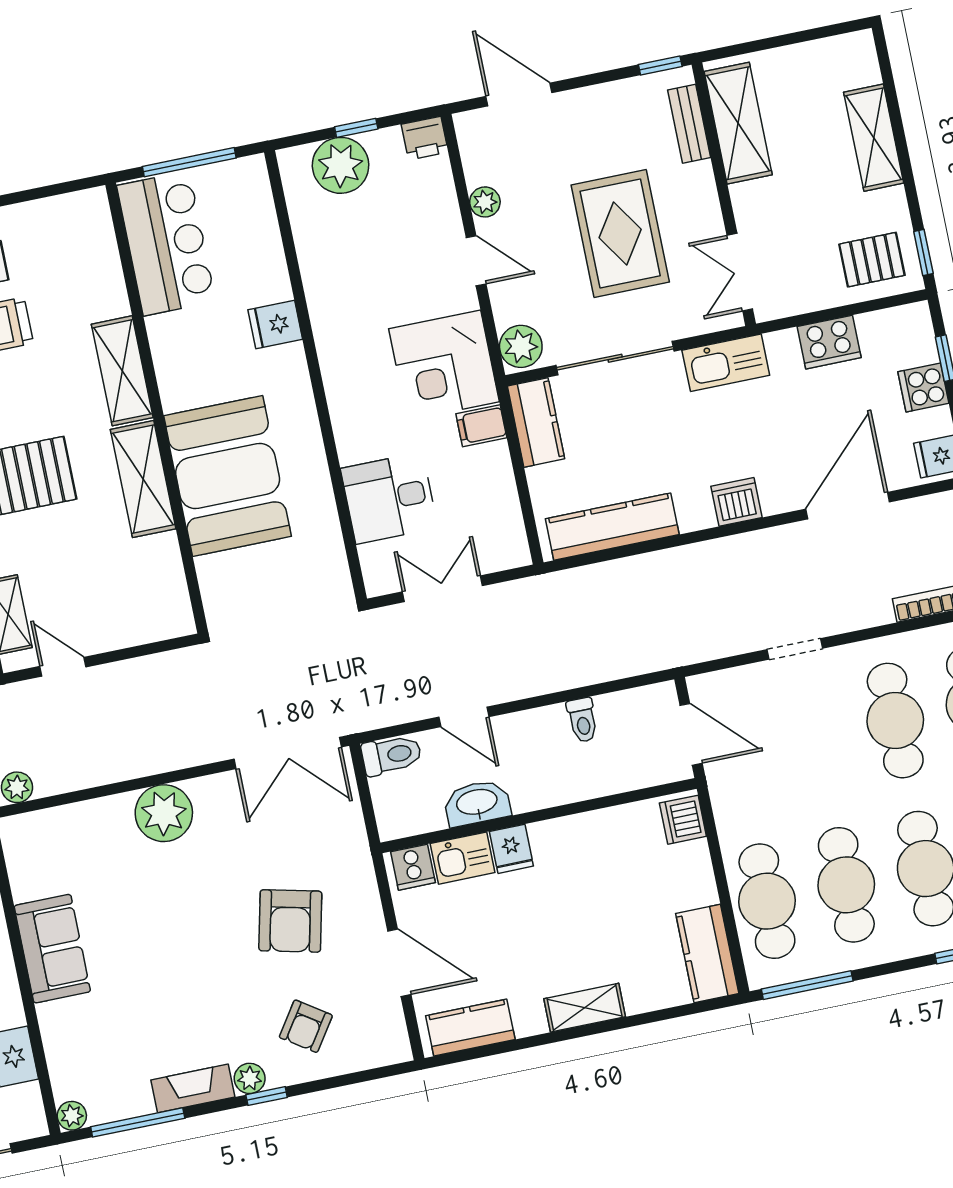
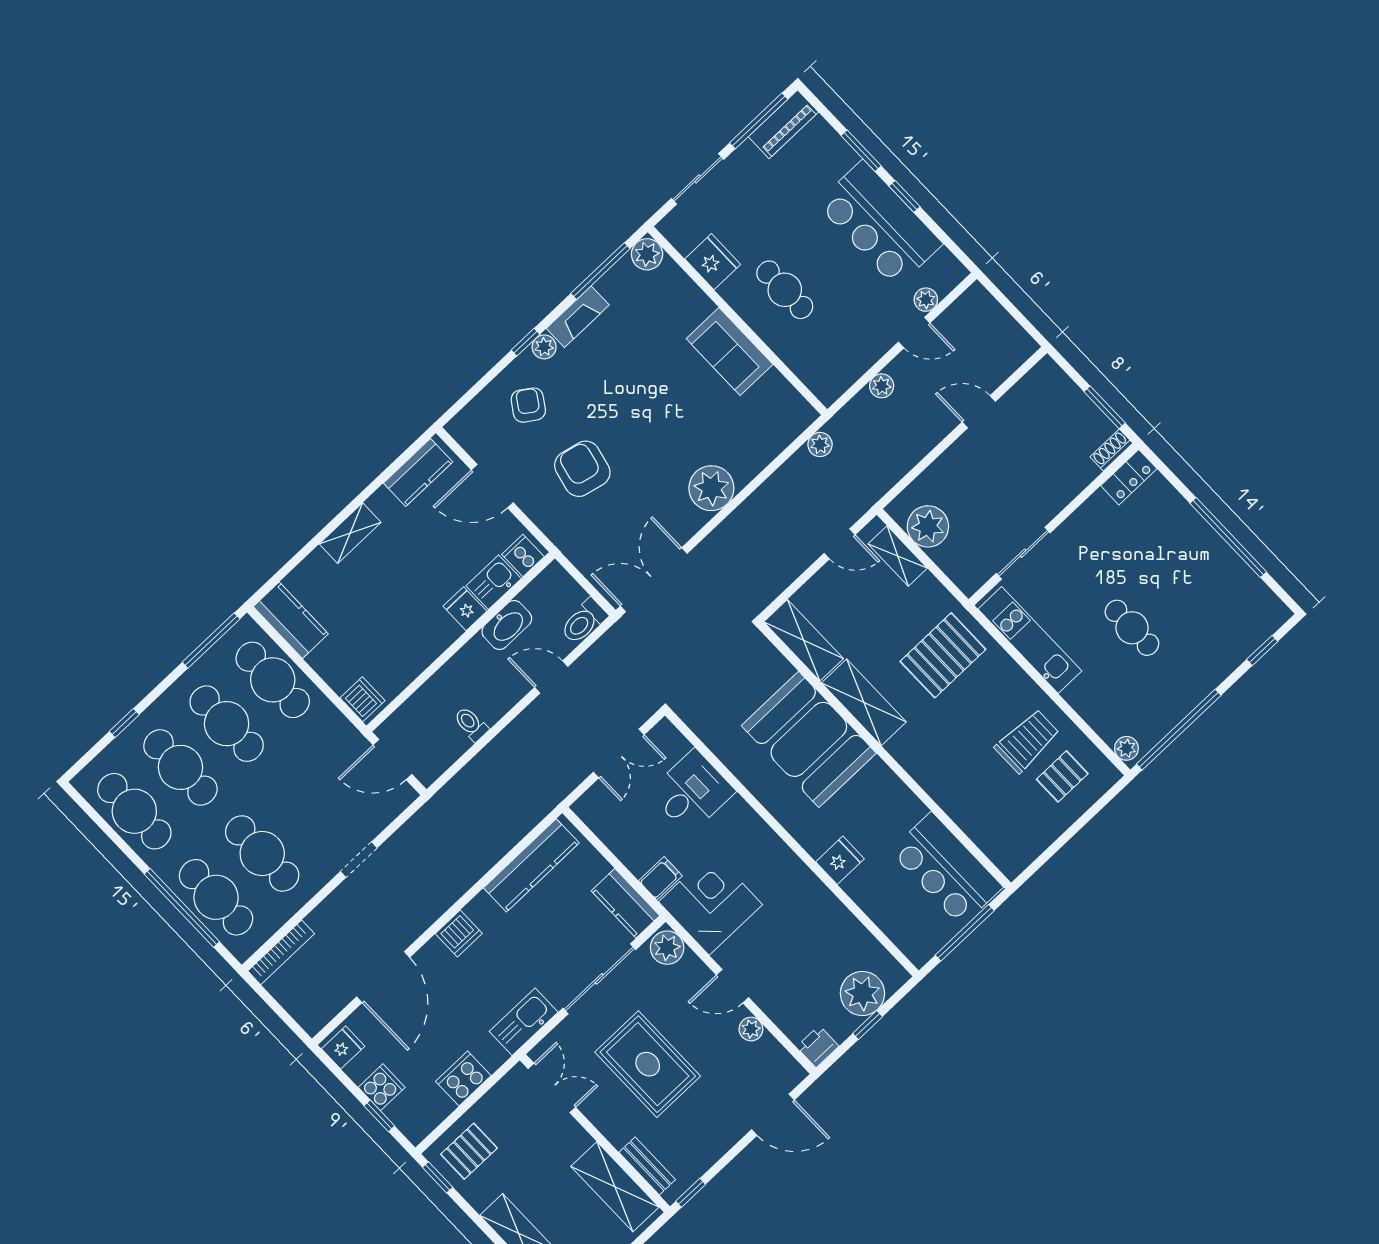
shelving: (122, 371) -> (804, 640), moved
plant: (72, 1116) -> (647, 254), width x1.38, depth x1.38

